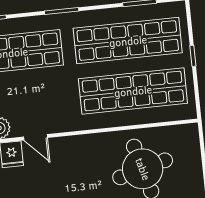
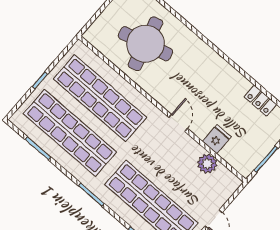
door: (36, 137) -> (178, 123), moved

